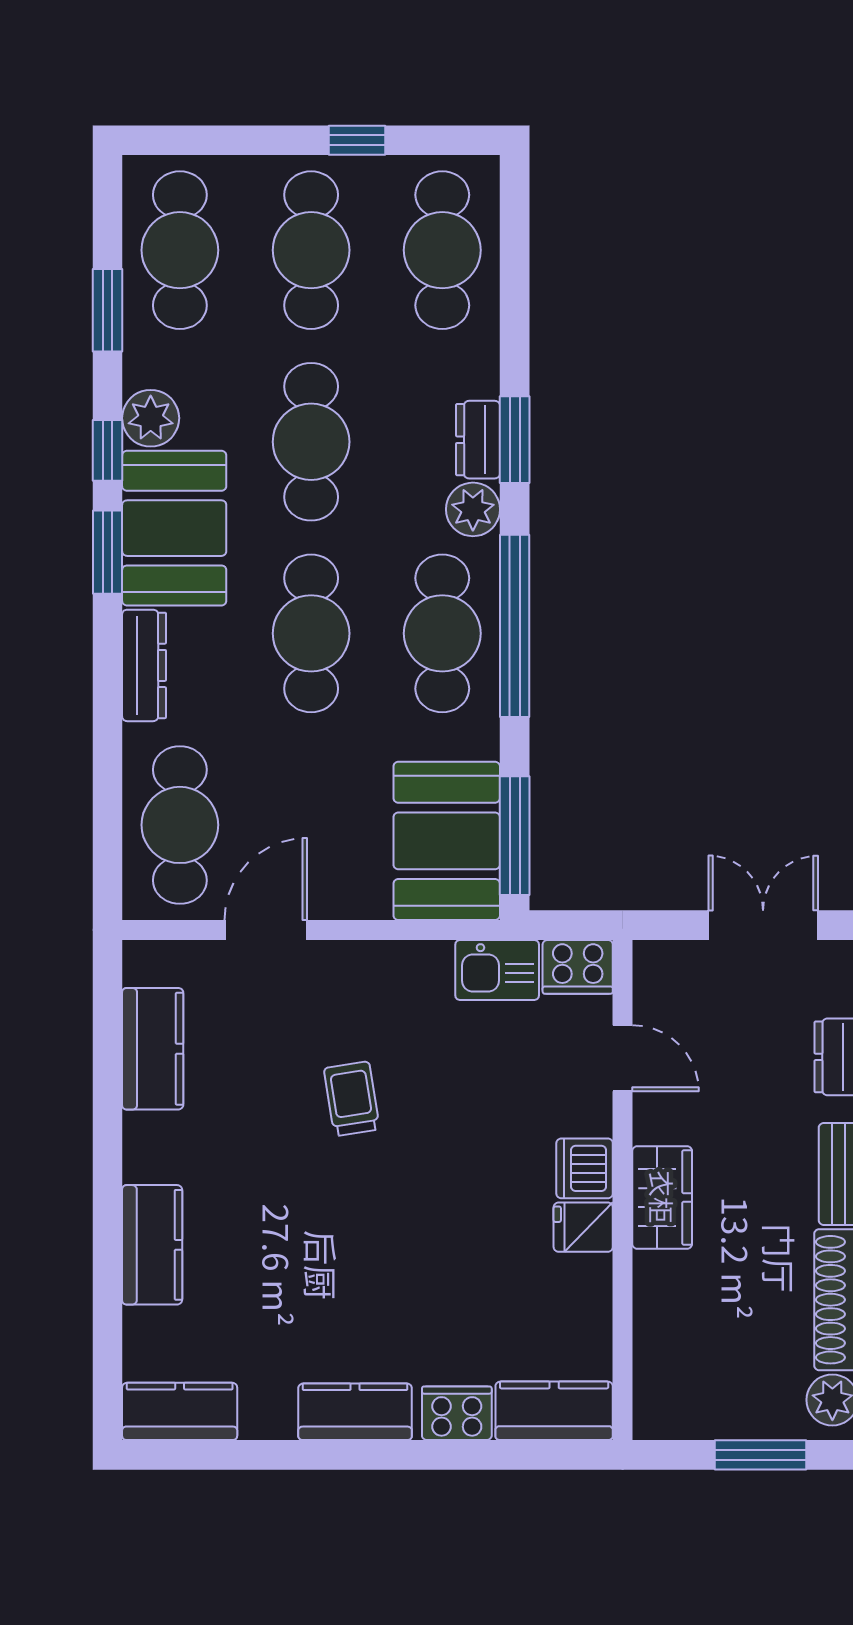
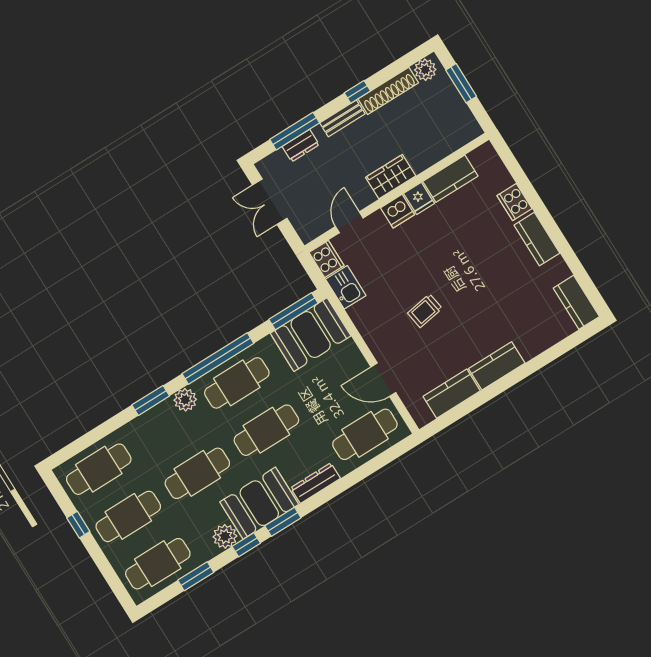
dresser: (478, 440) -> (159, 414), removed
kitchen counter: (152, 1245) -> (497, 366), moved
kitchen counter: (554, 1411) -> (450, 179), moved, turned -90

